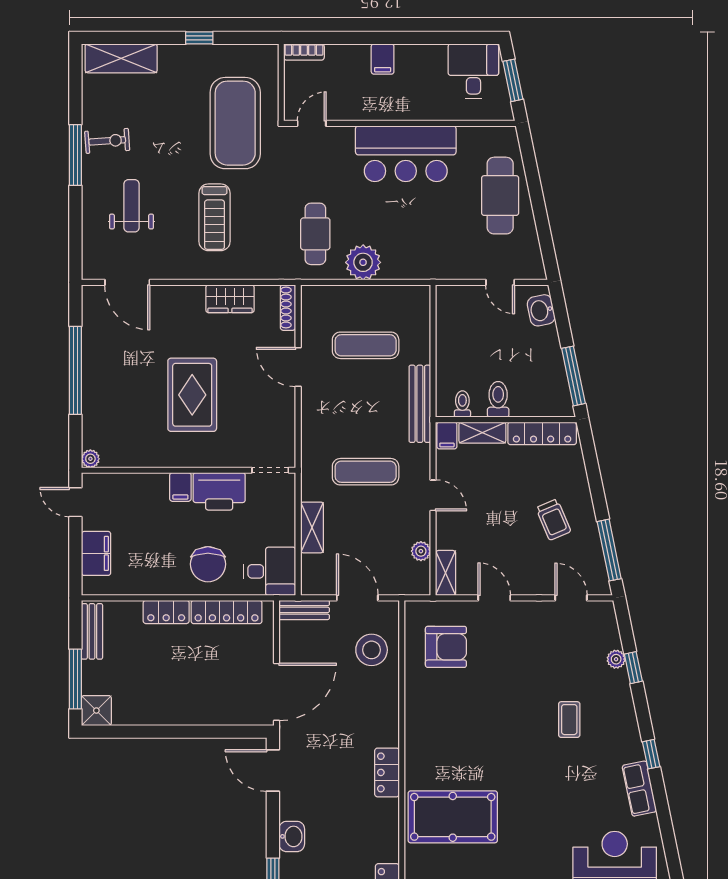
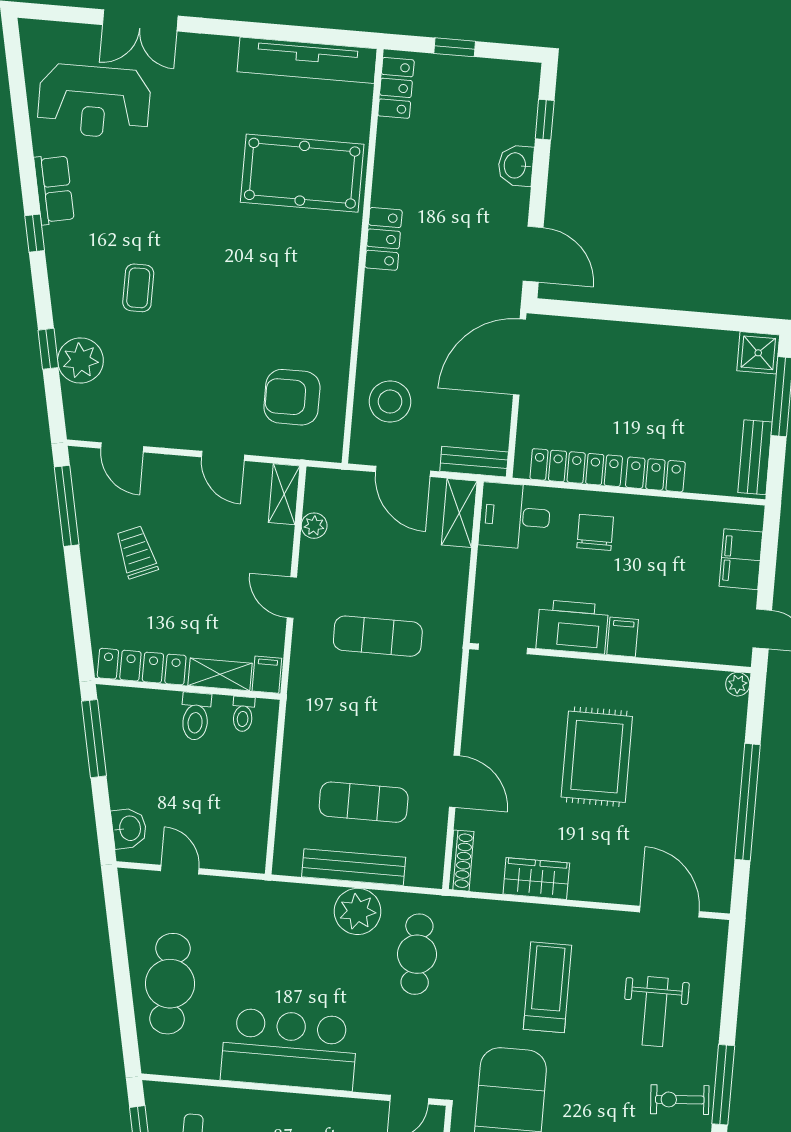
bench: (420, 404) -> (354, 867), moved, turned 90
shelving: (312, 527) -> (459, 513), moved
chair: (208, 564) -> (595, 532), width x0.73, depth x0.73
plant: (616, 659) -> (80, 361), width x1.87, depth x1.87

